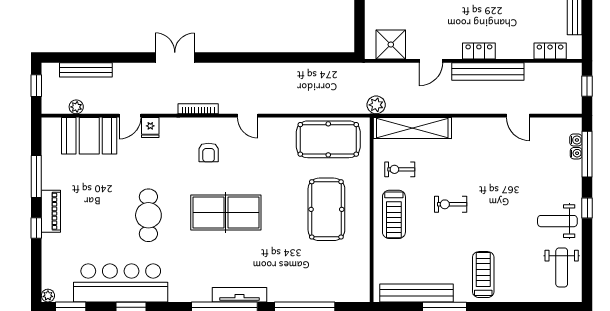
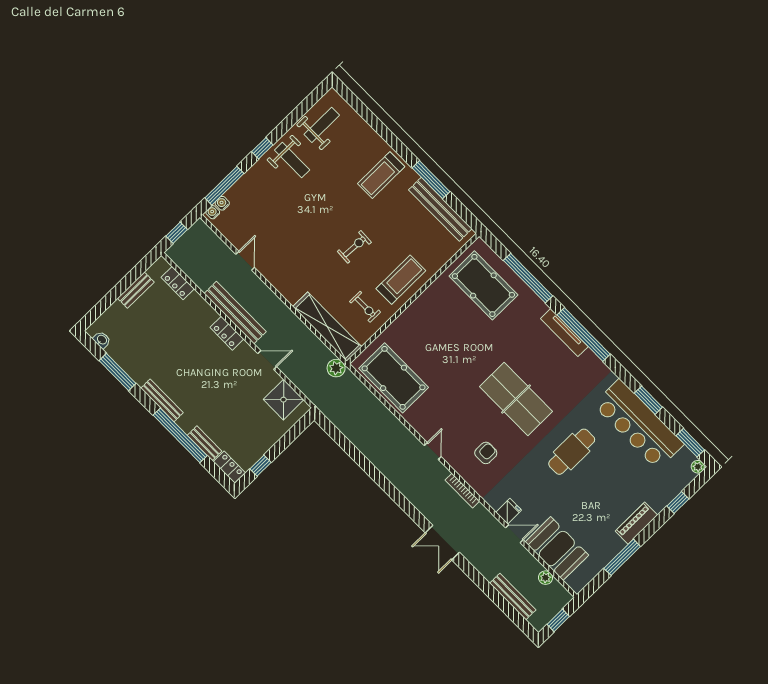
water cooler: (576, 153) -> (213, 212), moved
exercise bike: (451, 204) -> (354, 247), turned -87
pool table: (326, 209) -> (483, 285), moved, turned 90
window: (36, 228) -> (678, 502), moved

